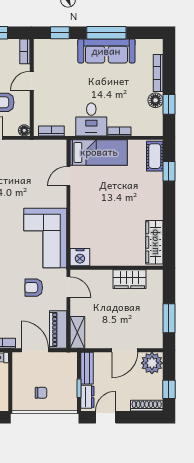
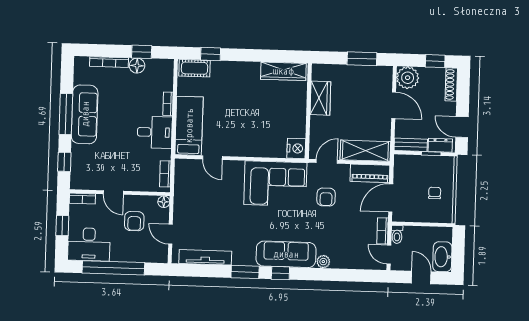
shelving: (77, 332) -> (365, 151), width x1.50, depth x1.33

